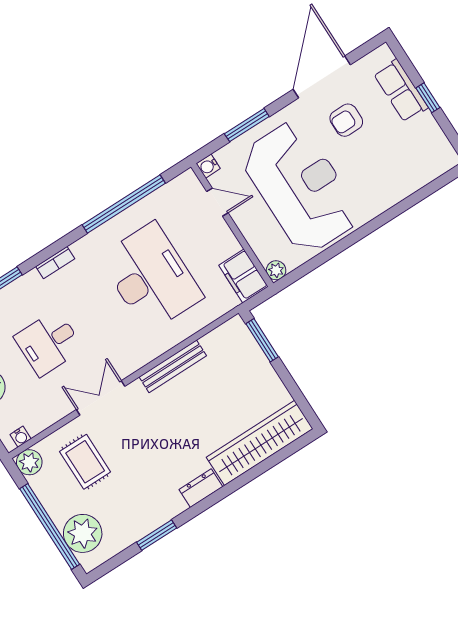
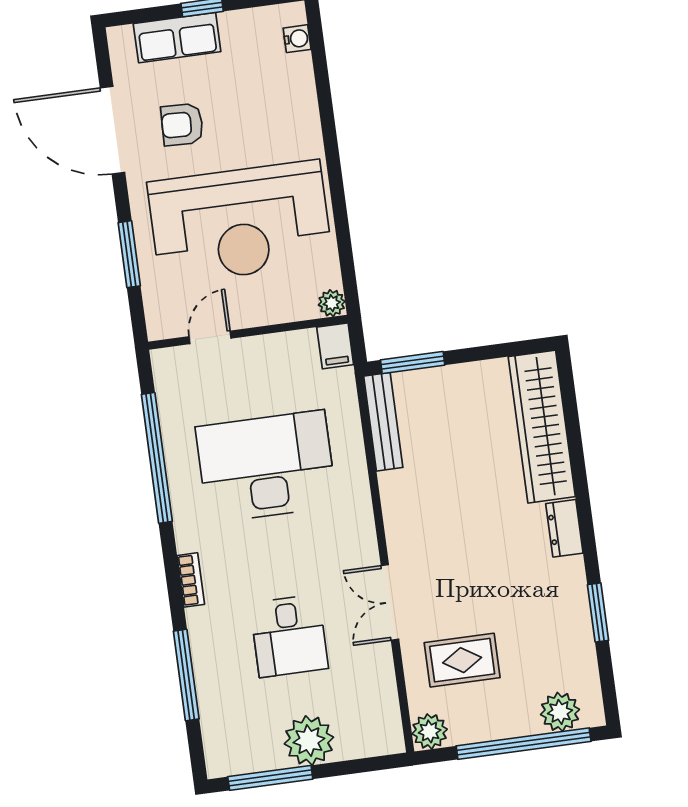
armchair: (346, 120) -> (182, 125), turned 92
water cooler: (208, 166) -> (297, 39), moved, turned -90
reception desk: (301, 187) -> (240, 222), turned 180
filing cabinet: (243, 276) -> (335, 346), width x0.50
bench: (173, 366) -> (383, 422), moved
water cooler: (21, 437) -> (392, 727), removed
plant: (83, 533) -> (560, 712), width x0.73, depth x0.73

